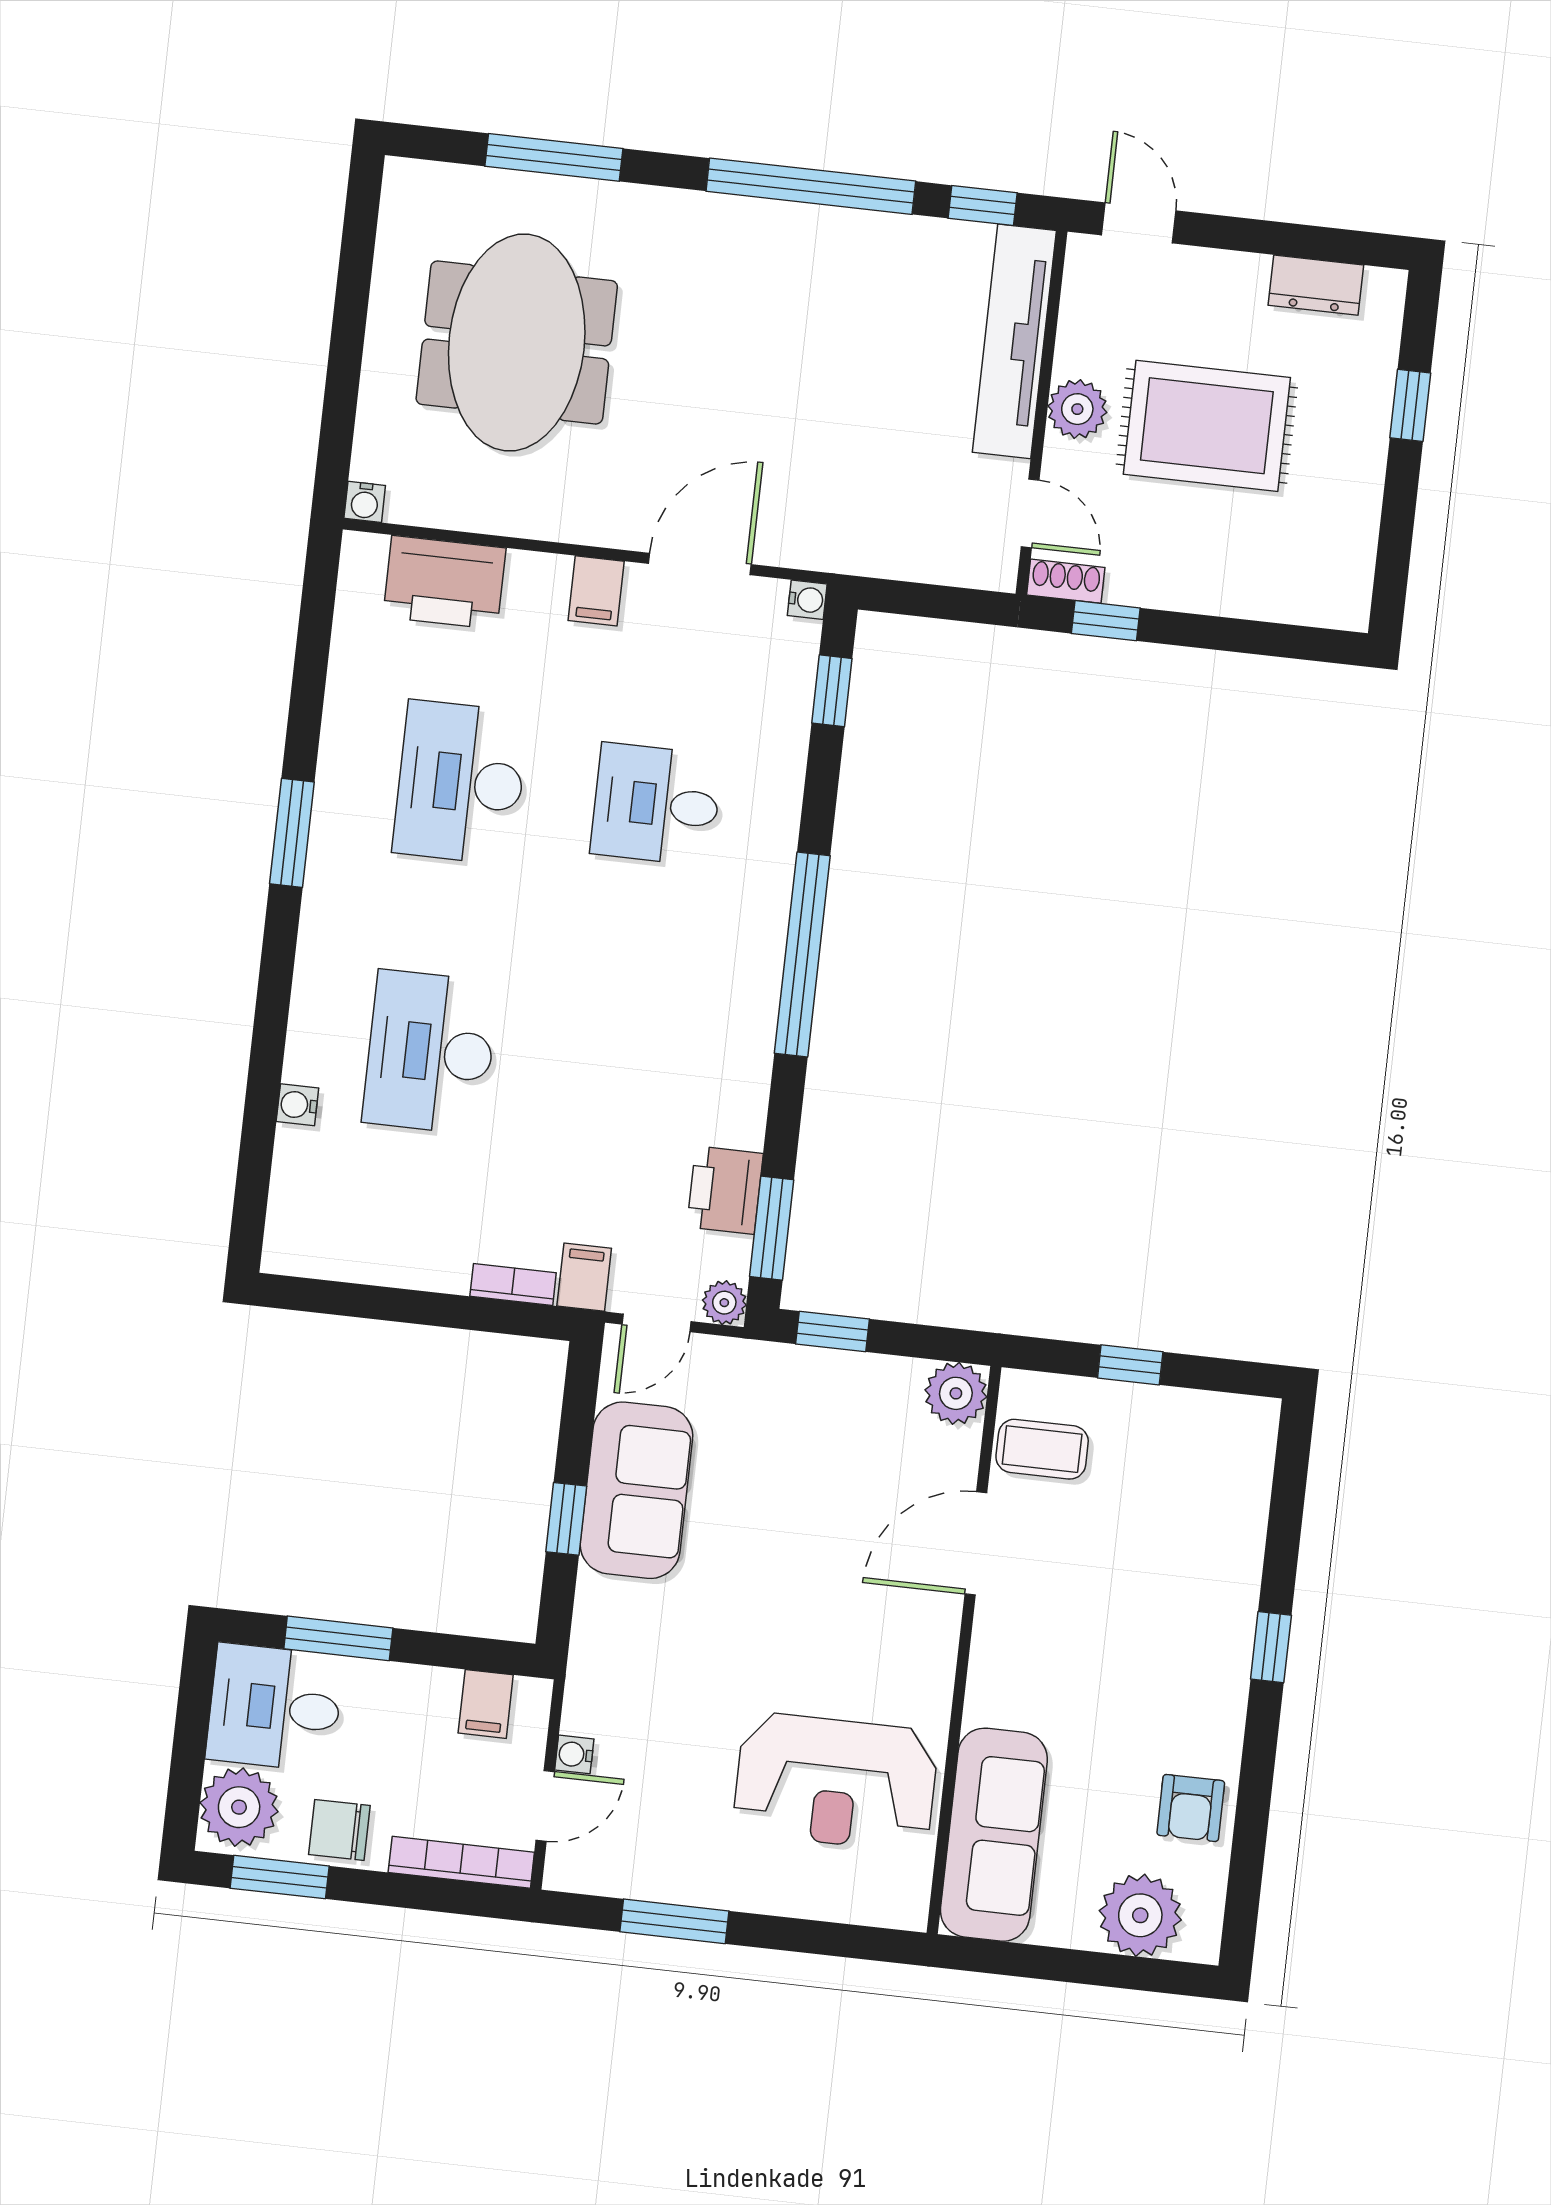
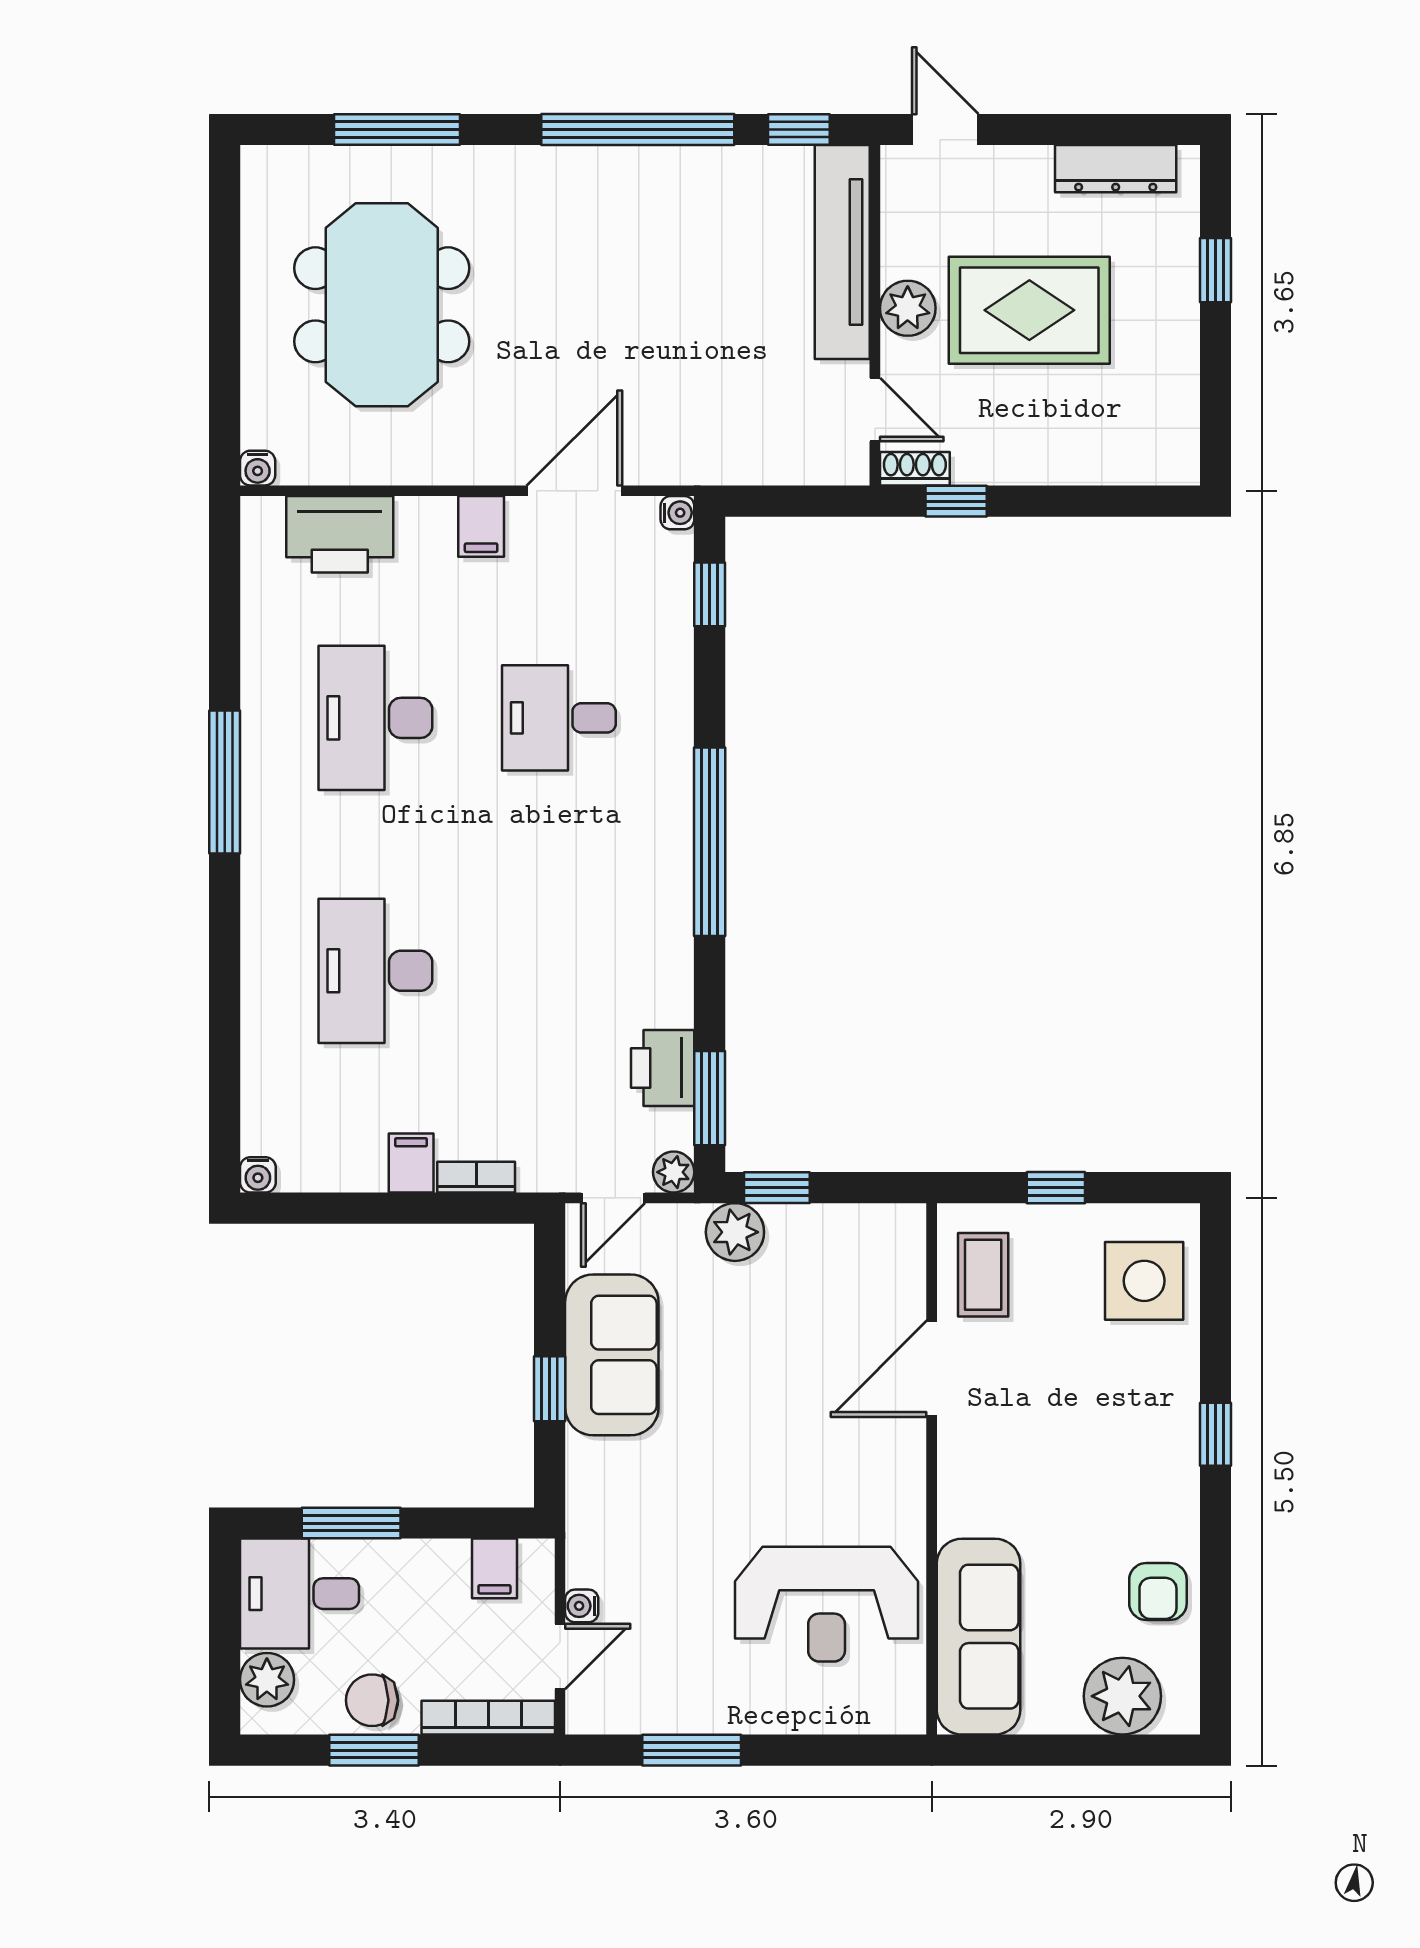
dresser: (1316, 285) -> (1116, 169), width x1.44
window: (292, 833) -> (225, 782), width x1.44
water cooler: (297, 1105) -> (258, 1175), moved, turned -90
filing cabinet: (584, 1277) -> (411, 1163), moved
plant: (956, 1393) -> (735, 1232), moved
coffee table: (1042, 1449) -> (983, 1275), turned 90
side table: (1213, 1475) -> (1144, 1281), added
plant: (239, 1807) -> (267, 1680), width x0.73, depth x0.73
window: (280, 1877) -> (374, 1750), moved

